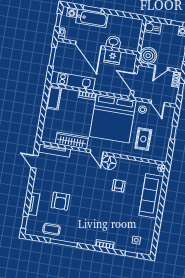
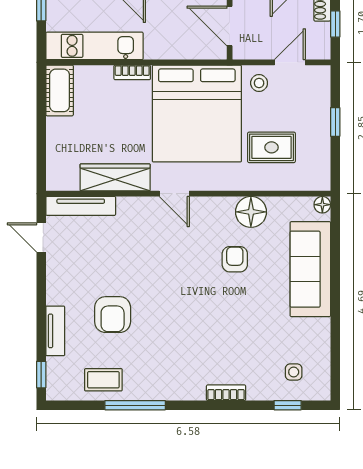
door: (158, 103) -> (290, 62), swing flipped
rug: (143, 139) -> (271, 147), turned 90
floor lamp: (109, 163) -> (251, 212), moved

